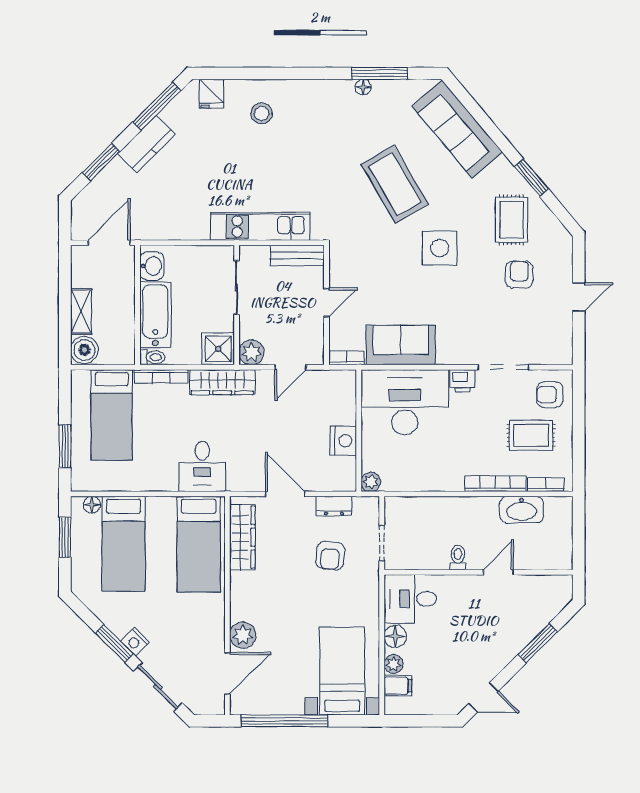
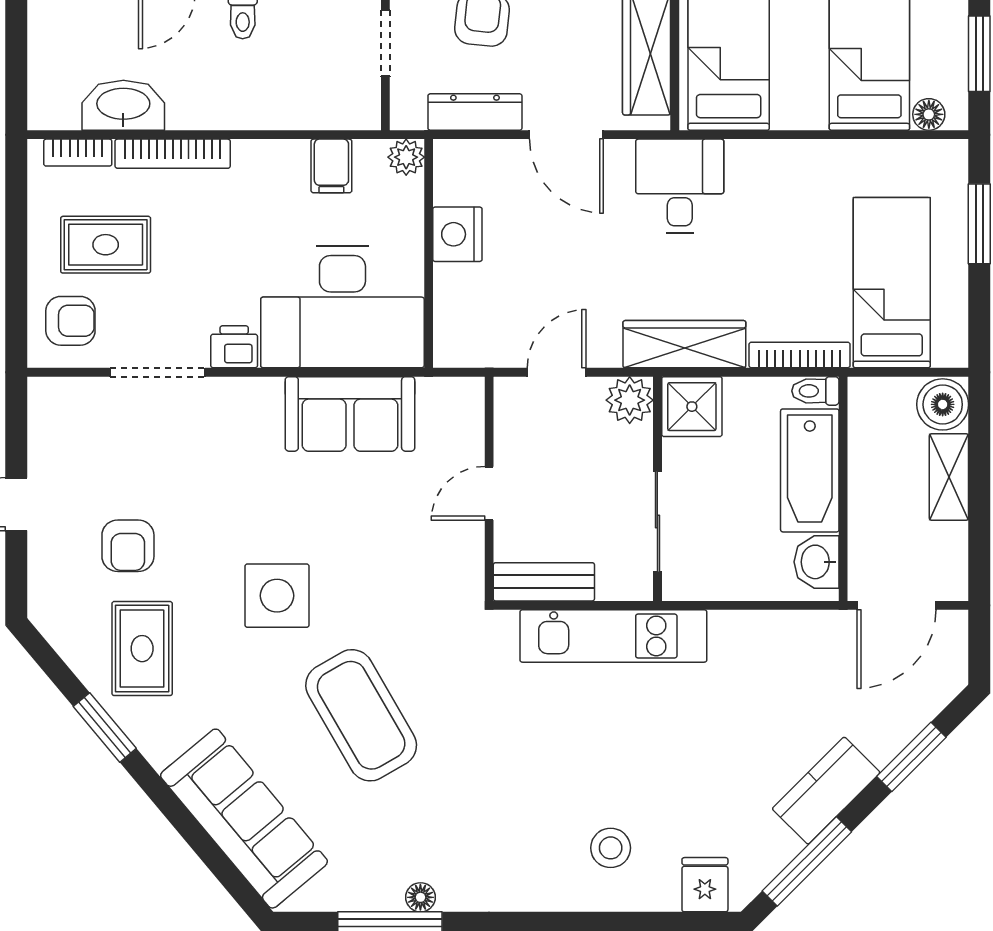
bookcase: (347, 358) -> (451, 390), removed
desk: (202, 466) -> (680, 186), moved
filing cabinet: (411, 477) -> (331, 166), added
dresser: (334, 506) -> (475, 112), width x1.44

